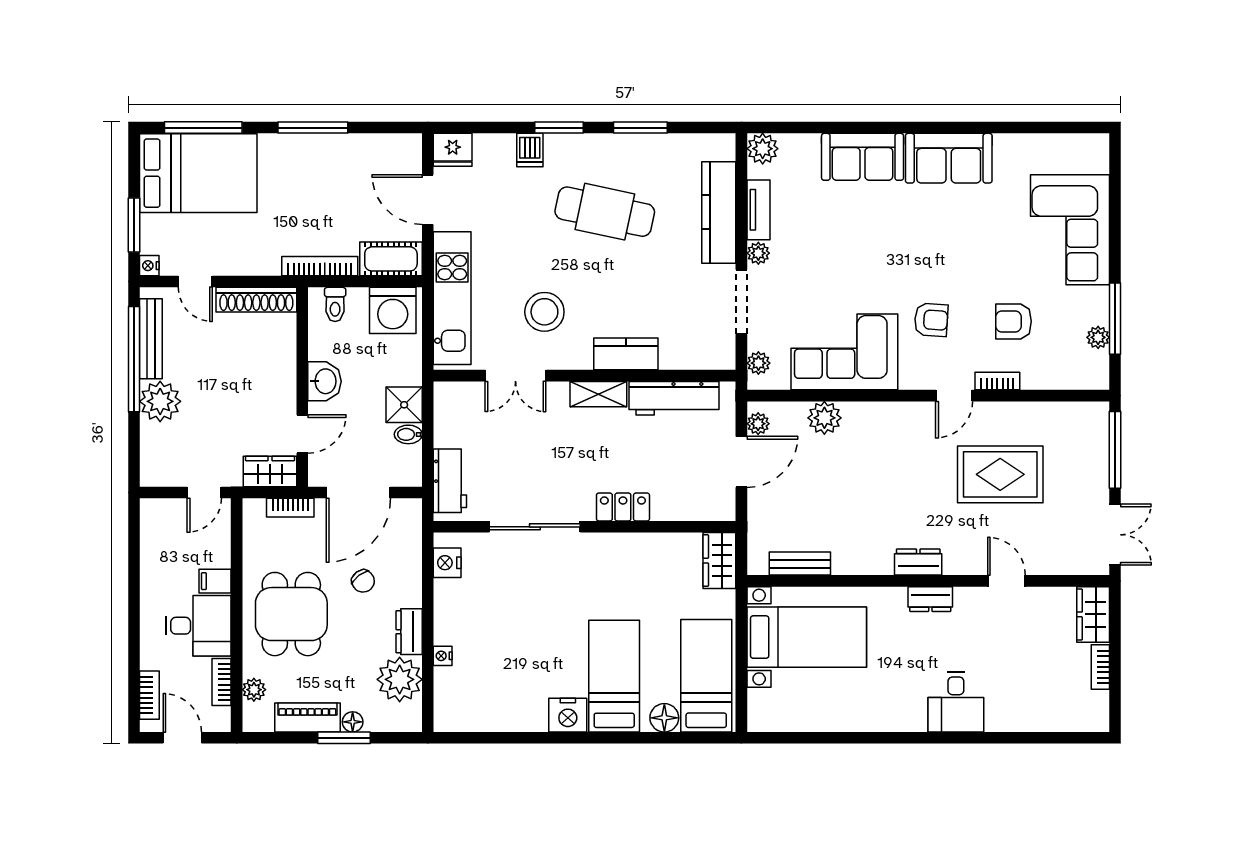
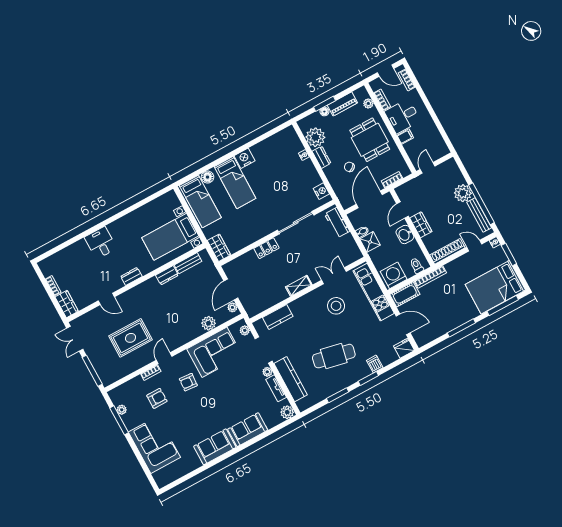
kitchen counter: (626, 354) -> (278, 317), moved
workbench: (674, 398) -> (269, 300), removed
wardrobe: (270, 471) -> (421, 225), moved, turned -90
dresser: (918, 562) -> (167, 275), moved

